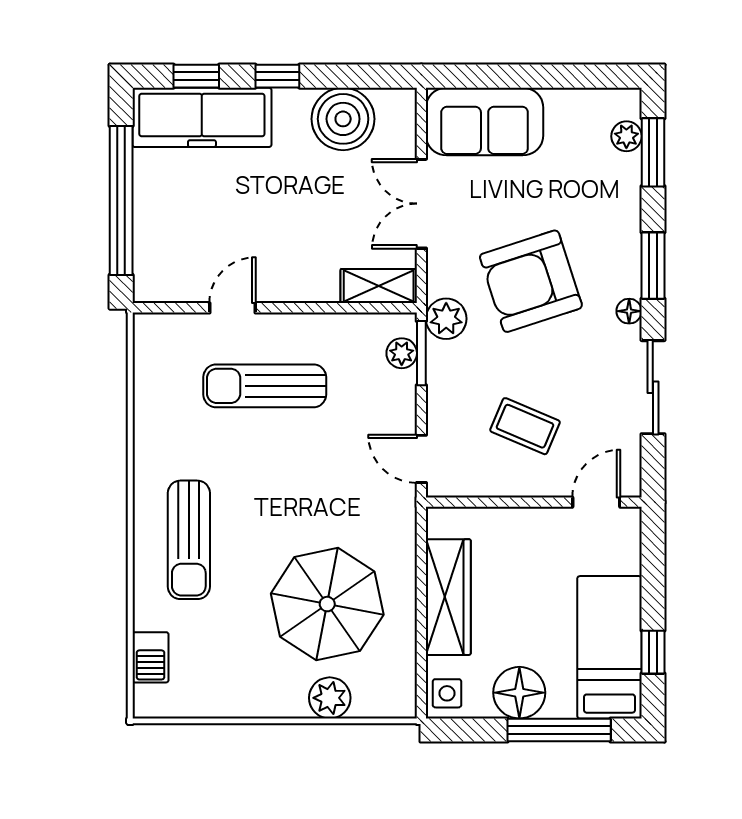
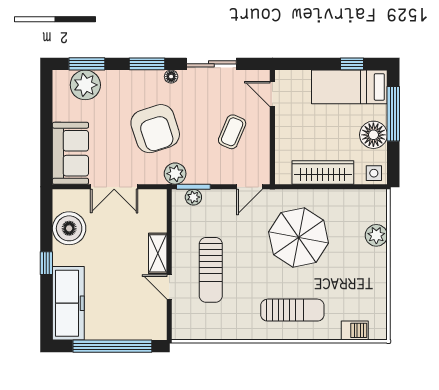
window: (196, 76) -> (46, 306), removed
plant: (626, 136) -> (85, 85), width x1.88, depth x1.88
shelving: (379, 286) -> (158, 253), moved
parasol: (327, 604) -> (299, 238), moved

